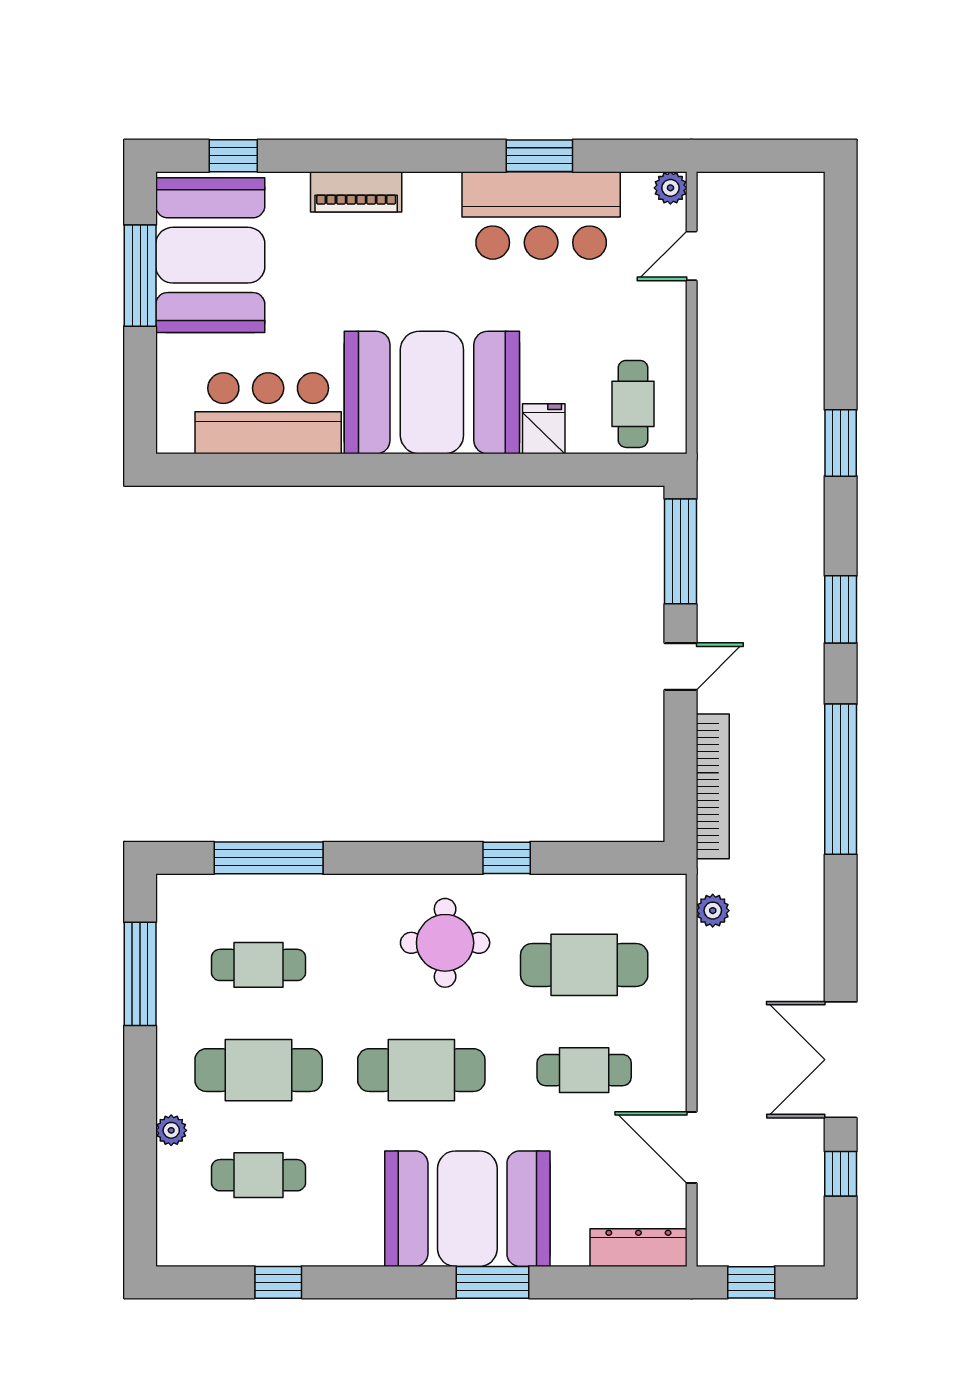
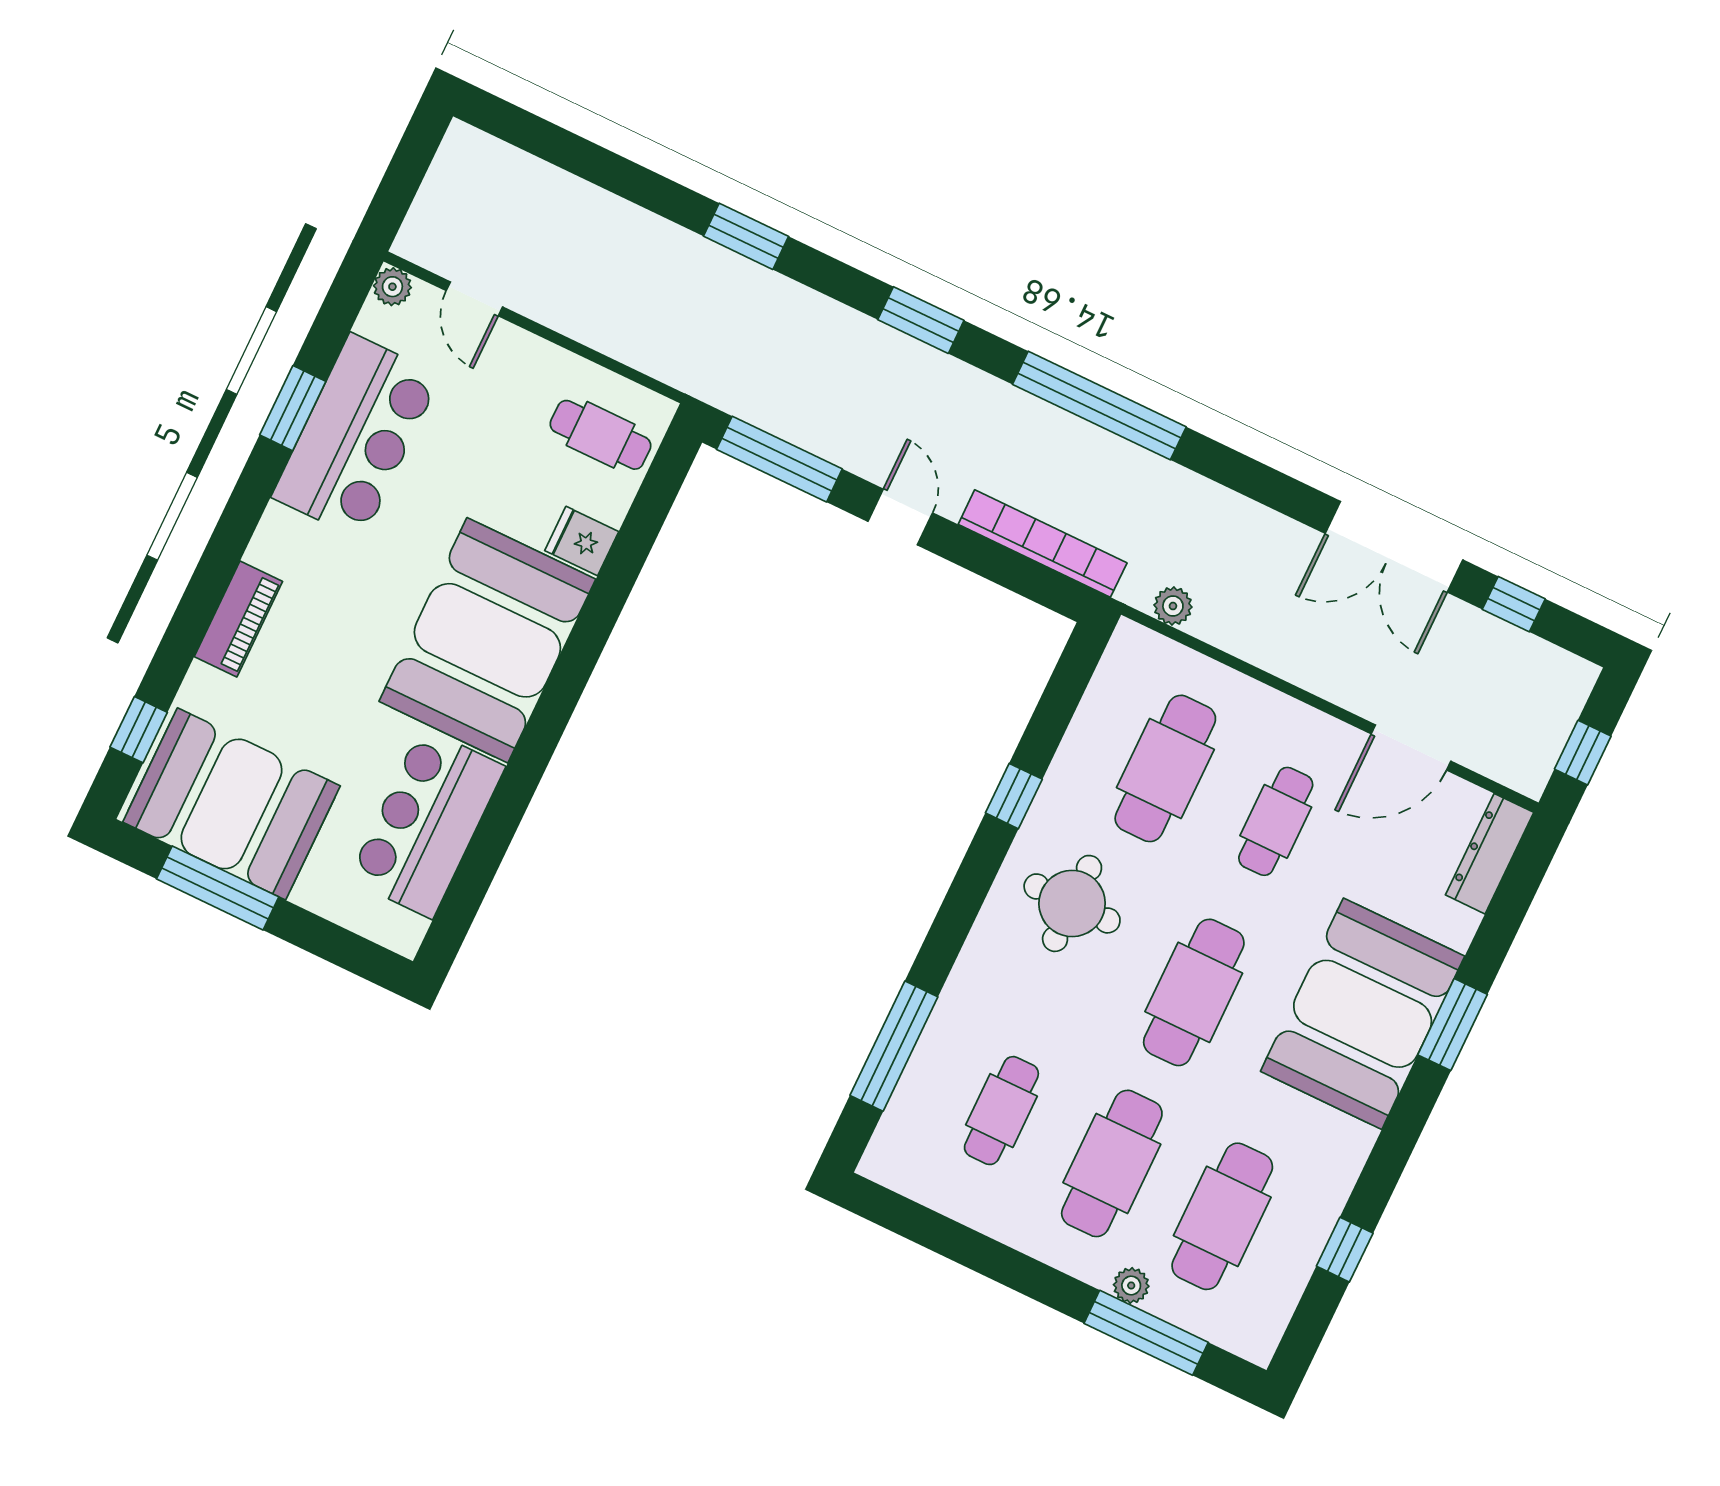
window: (140, 974) -> (1146, 1333), moved
cafe table: (259, 1175) -> (1222, 1216), width x1.37, depth x1.35

